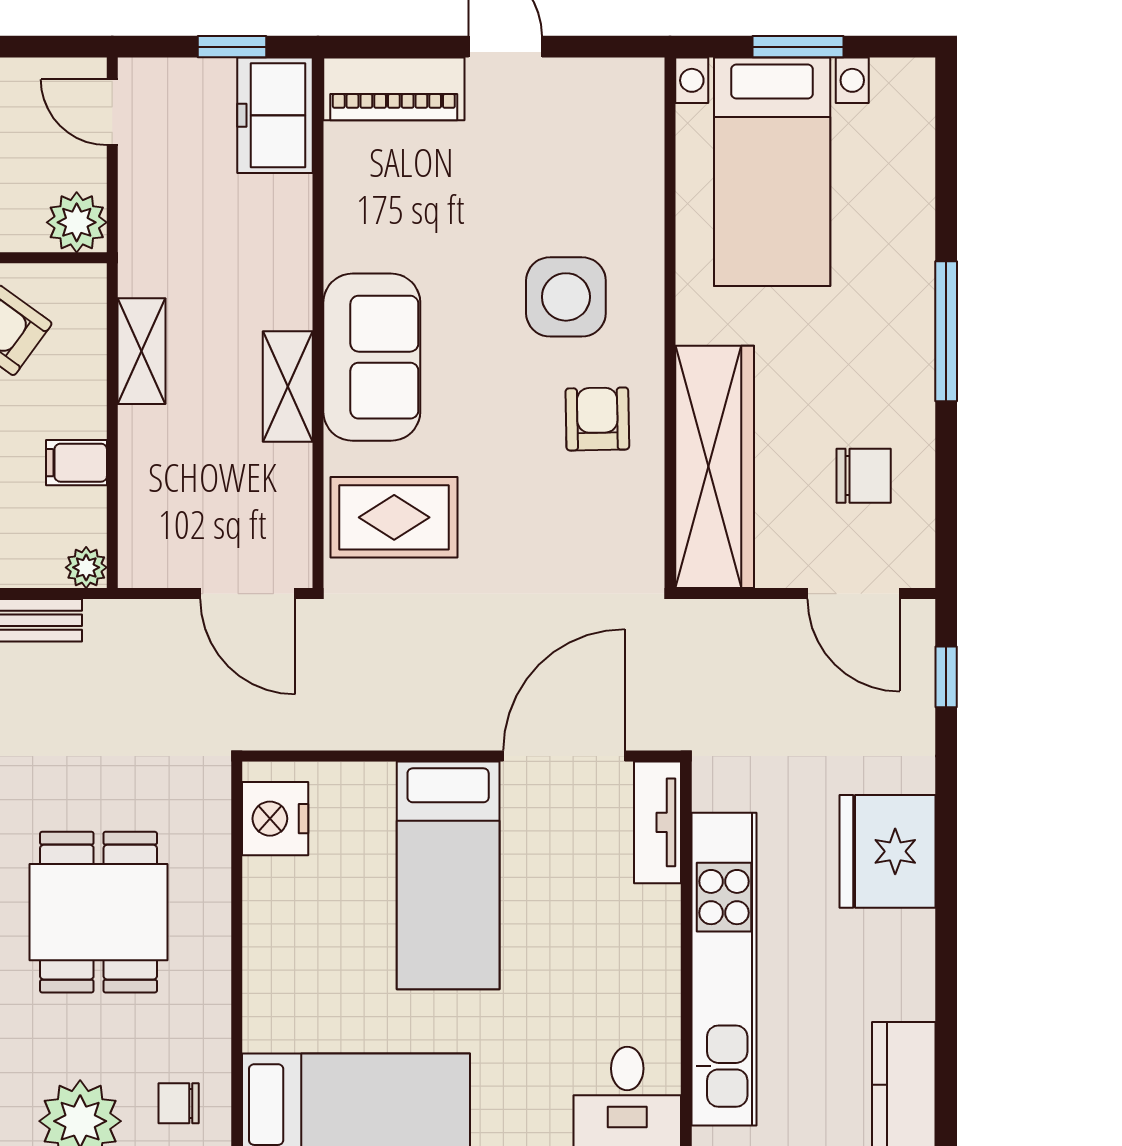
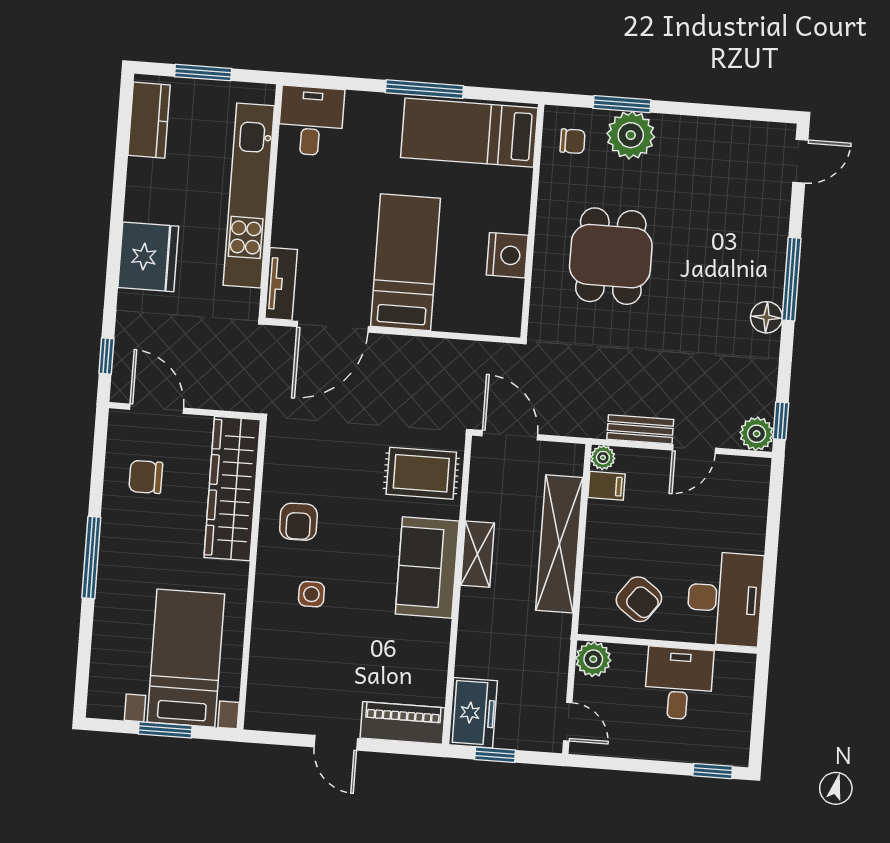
side table: (566, 297) -> (311, 594), width x0.54, depth x0.54
shelving: (141, 351) -> (559, 544), width x2.20, depth x1.33
filing cabinet: (76, 463) -> (606, 486), moved
nightstand: (275, 819) -> (507, 255), moved

